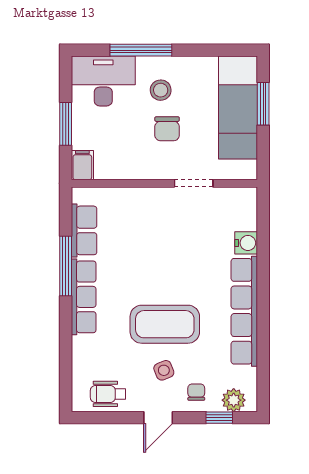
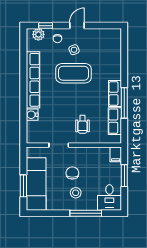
desk: (103, 81) -> (109, 197), width x0.73
row of seats: (84, 297) -> (115, 93), width x0.68
wheelchair: (108, 394) -> (83, 124), moved, turned 90

